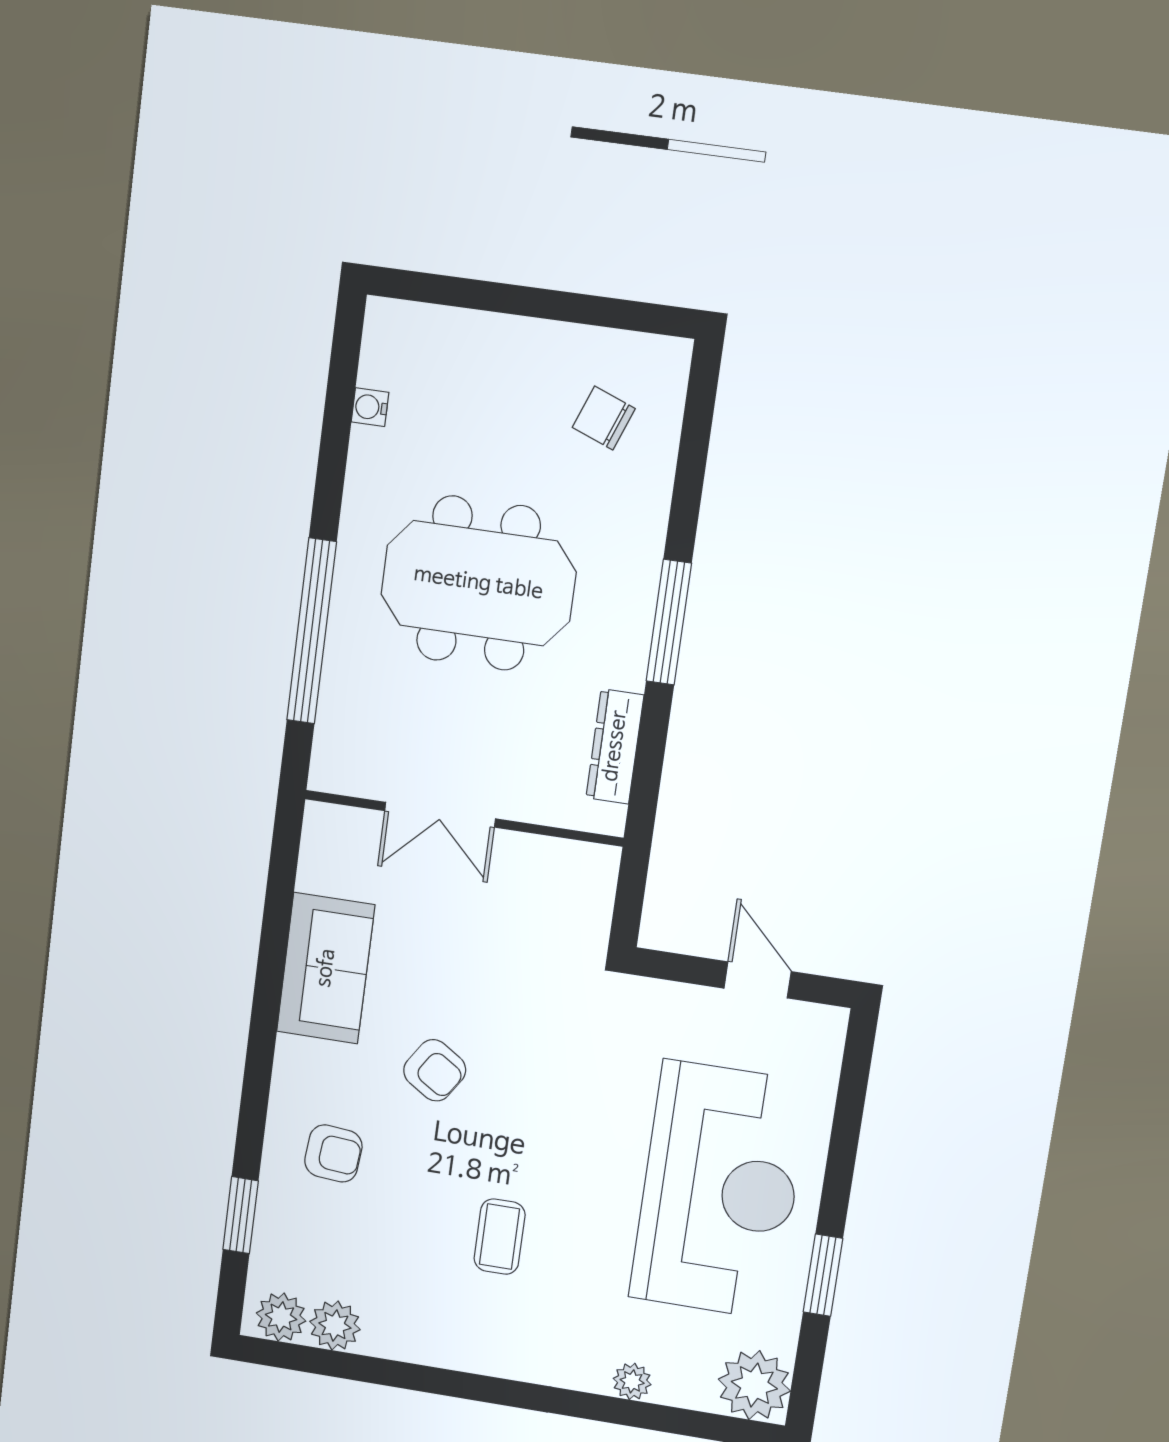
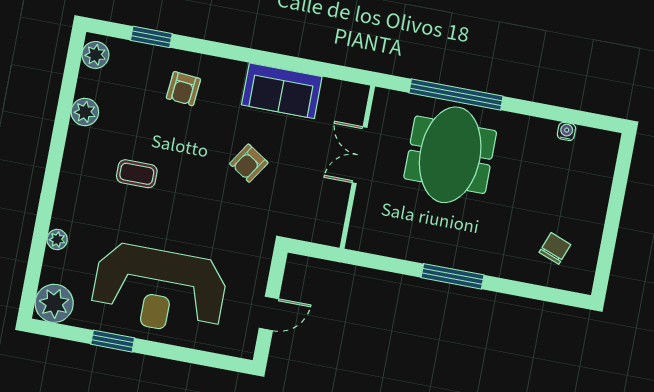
meeting table: (478, 583) -> (450, 155), moved
dresser: (615, 746) -> (391, 246), removed
armchair: (435, 1070) -> (249, 163), moved
plant: (335, 1325) -> (85, 112), moved

